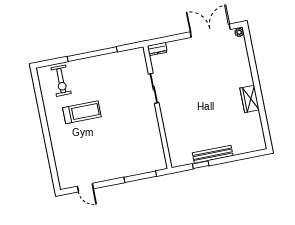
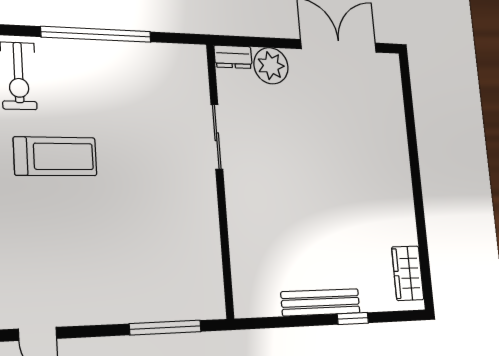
plant: (239, 32) -> (271, 66), moved, width x1.88, depth x1.88
wardrobe: (250, 99) -> (408, 273), moved
window: (201, 165) -> (353, 318), moved

